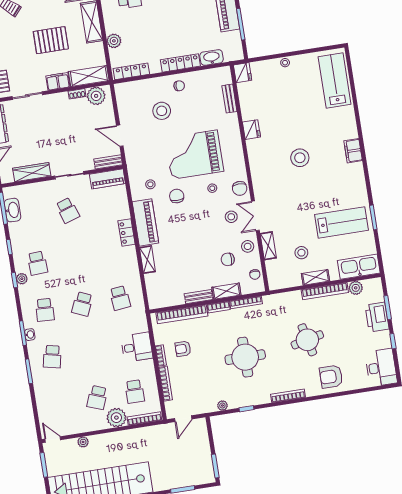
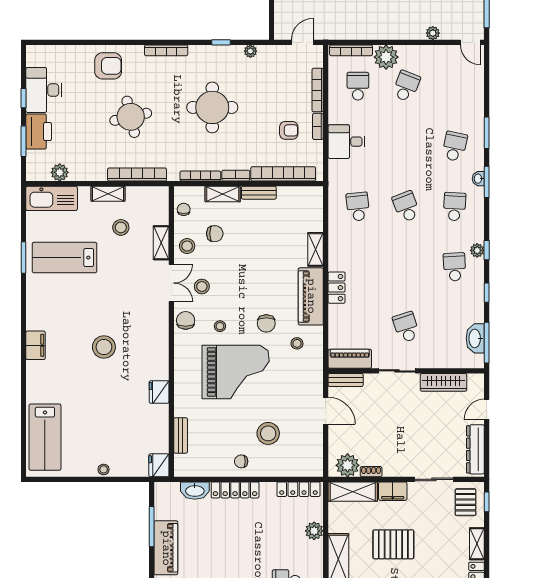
bookcase: (325, 291) -> (137, 174), moved
school desk: (82, 304) -> (406, 207), turned -45
desk: (381, 367) -> (44, 90), moved

